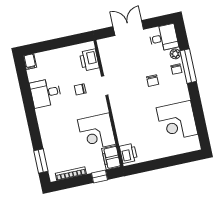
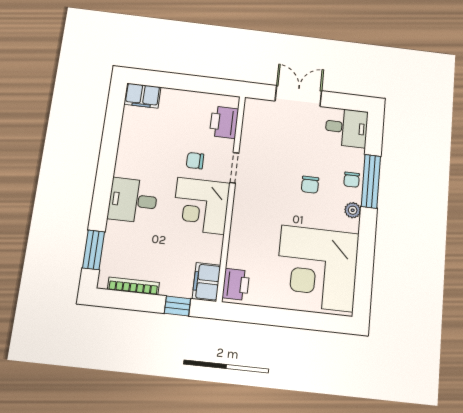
plant: (175, 54) -> (353, 210), moved
filing cabinet: (30, 62) -> (142, 96), width x2.00
desk: (46, 93) -> (133, 200), moved
corner desk: (177, 121) -> (317, 268), width x1.36, depth x1.36
corner desk: (97, 132) -> (201, 206), moved

